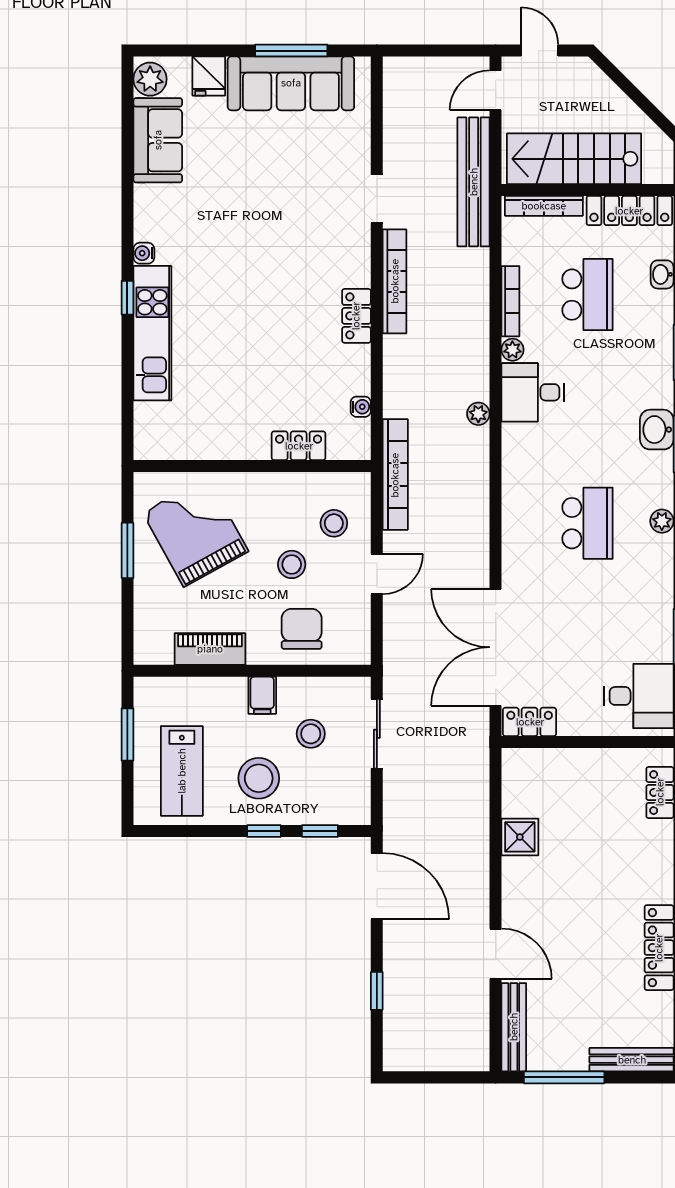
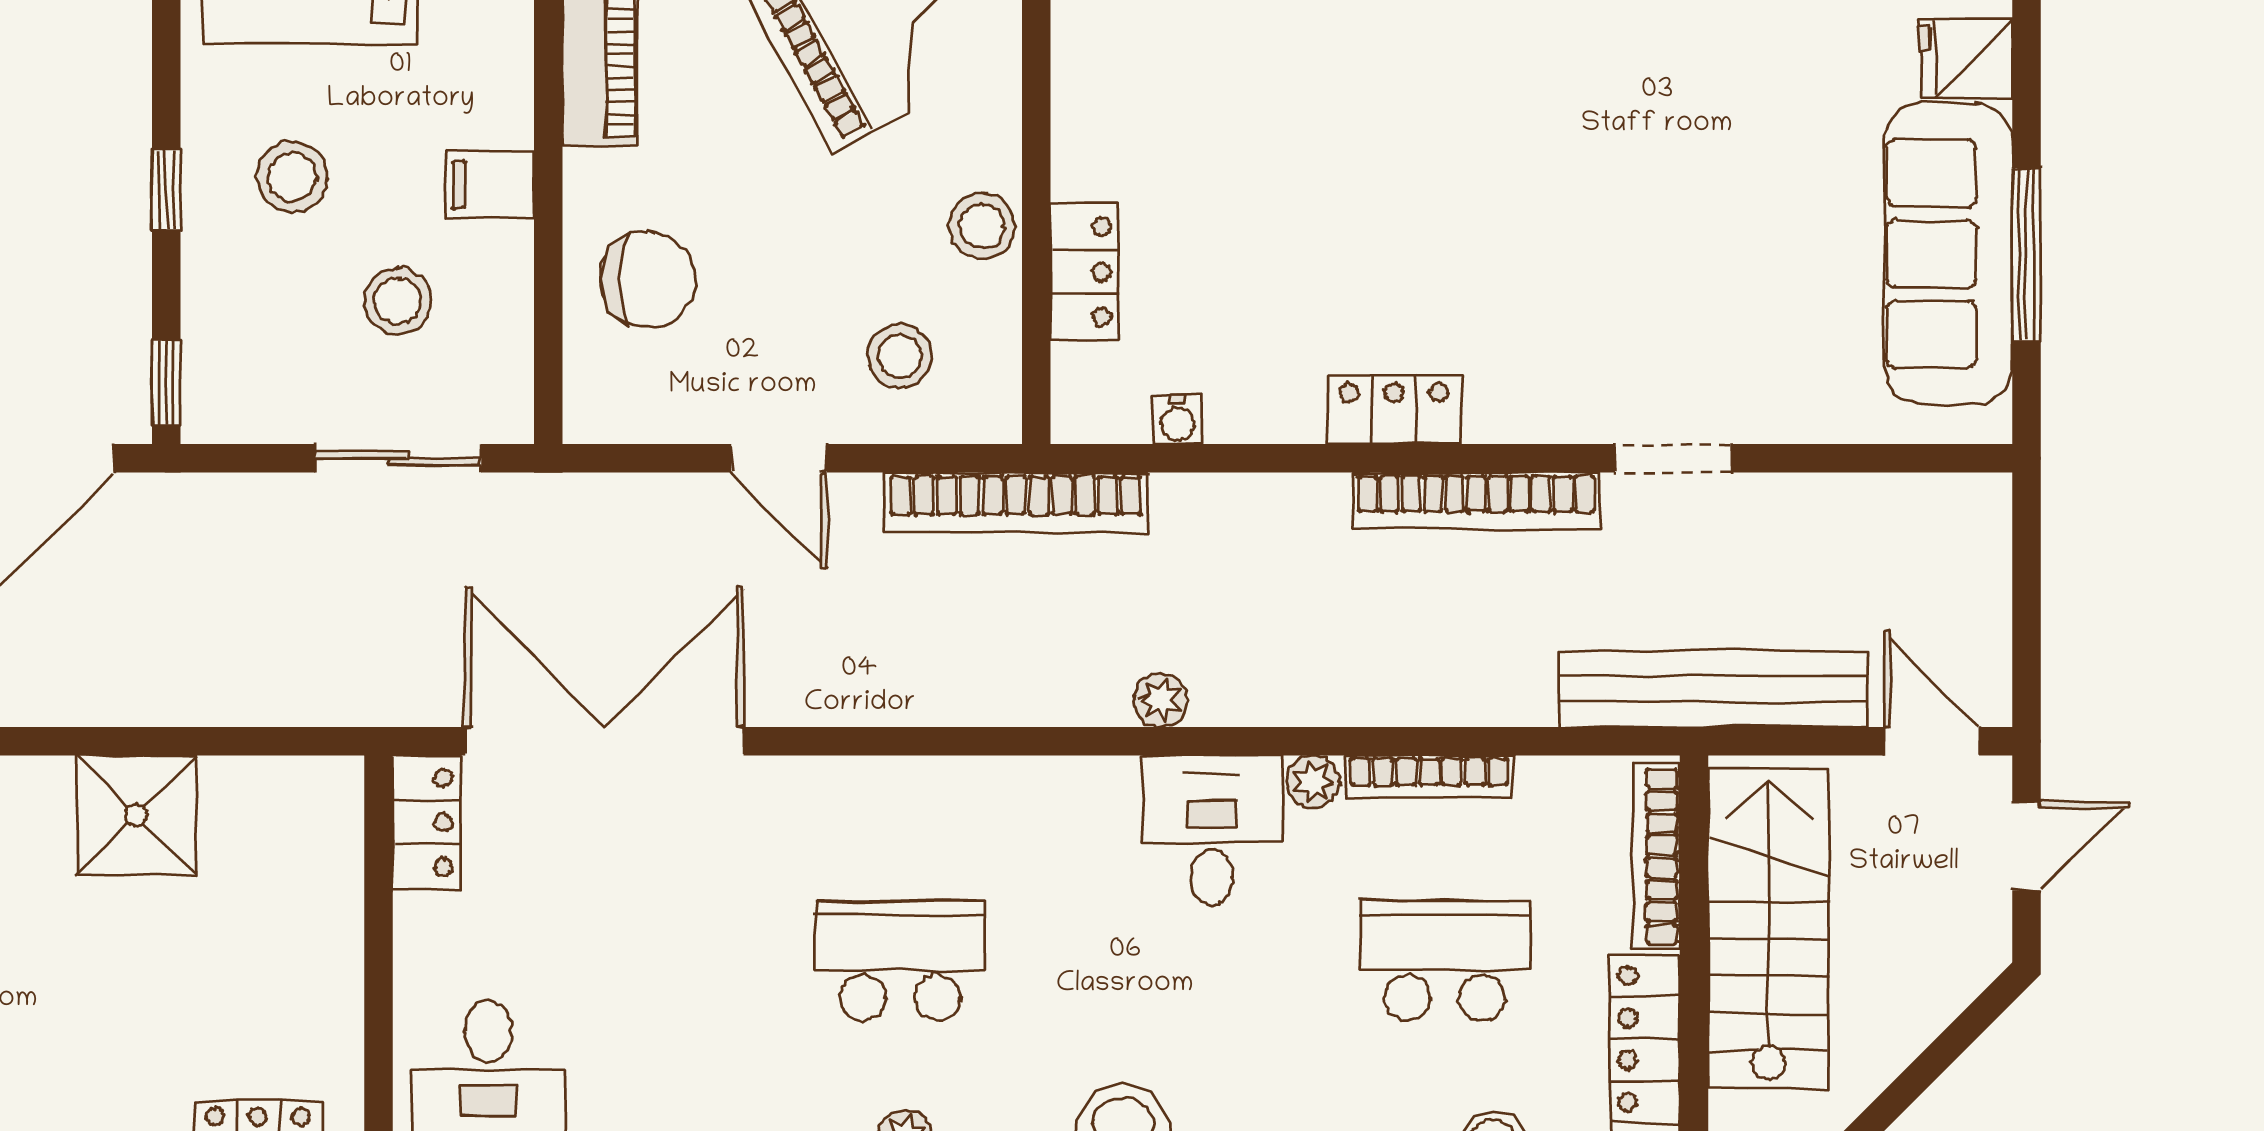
school desk: (588, 295) -> (1445, 960), turned 180
school desk: (588, 523) -> (900, 960), turned 180
stool: (292, 564) -> (982, 226), moved
stool: (259, 778) -> (292, 177), width x0.73, depth x0.73
window: (320, 831) -> (166, 383), moved
shower: (520, 837) -> (136, 815), width x1.36, depth x1.36

